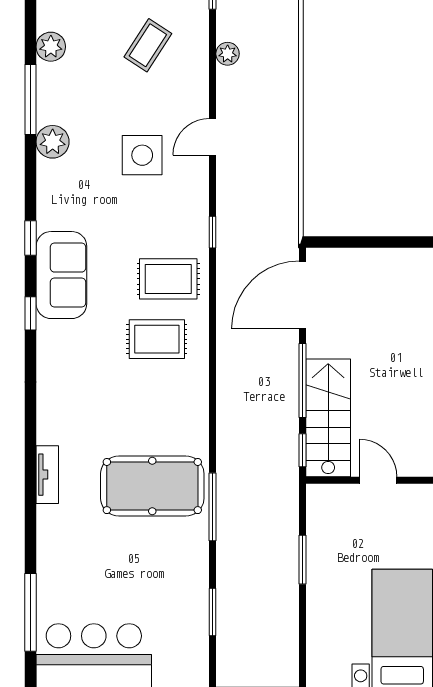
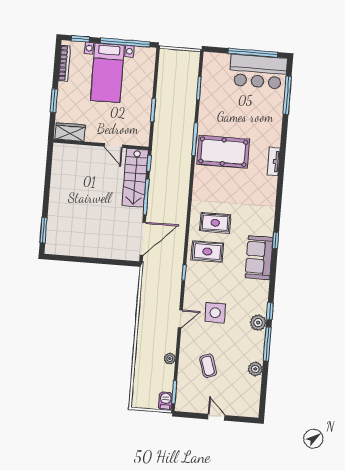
coffee table: (148, 45) -> (208, 366), turned -51
window: (31, 238) -> (270, 311), moved

